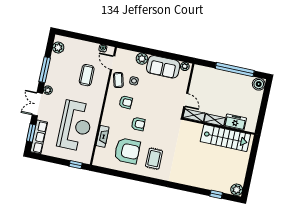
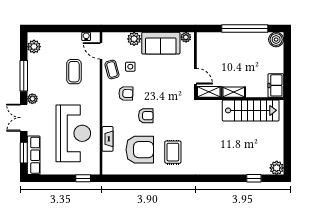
freezer: (235, 122) -> (276, 85), moved, turned -90

